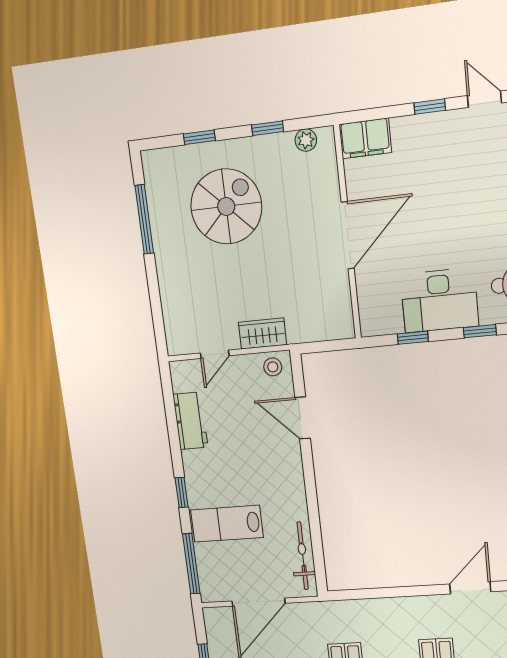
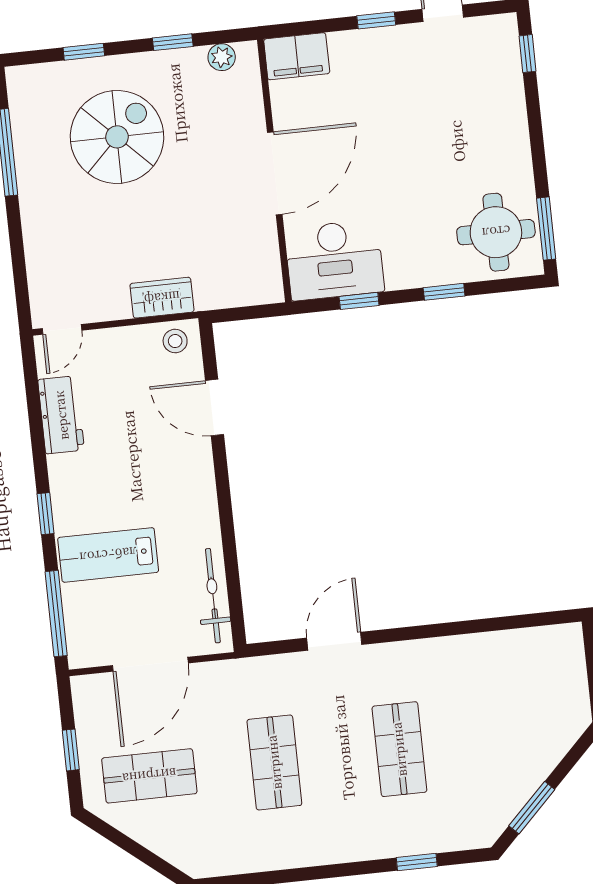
desk: (439, 300) -> (334, 260), moved
door: (215, 354) -> (62, 329), moved
door: (470, 588) -> (334, 641), moved

